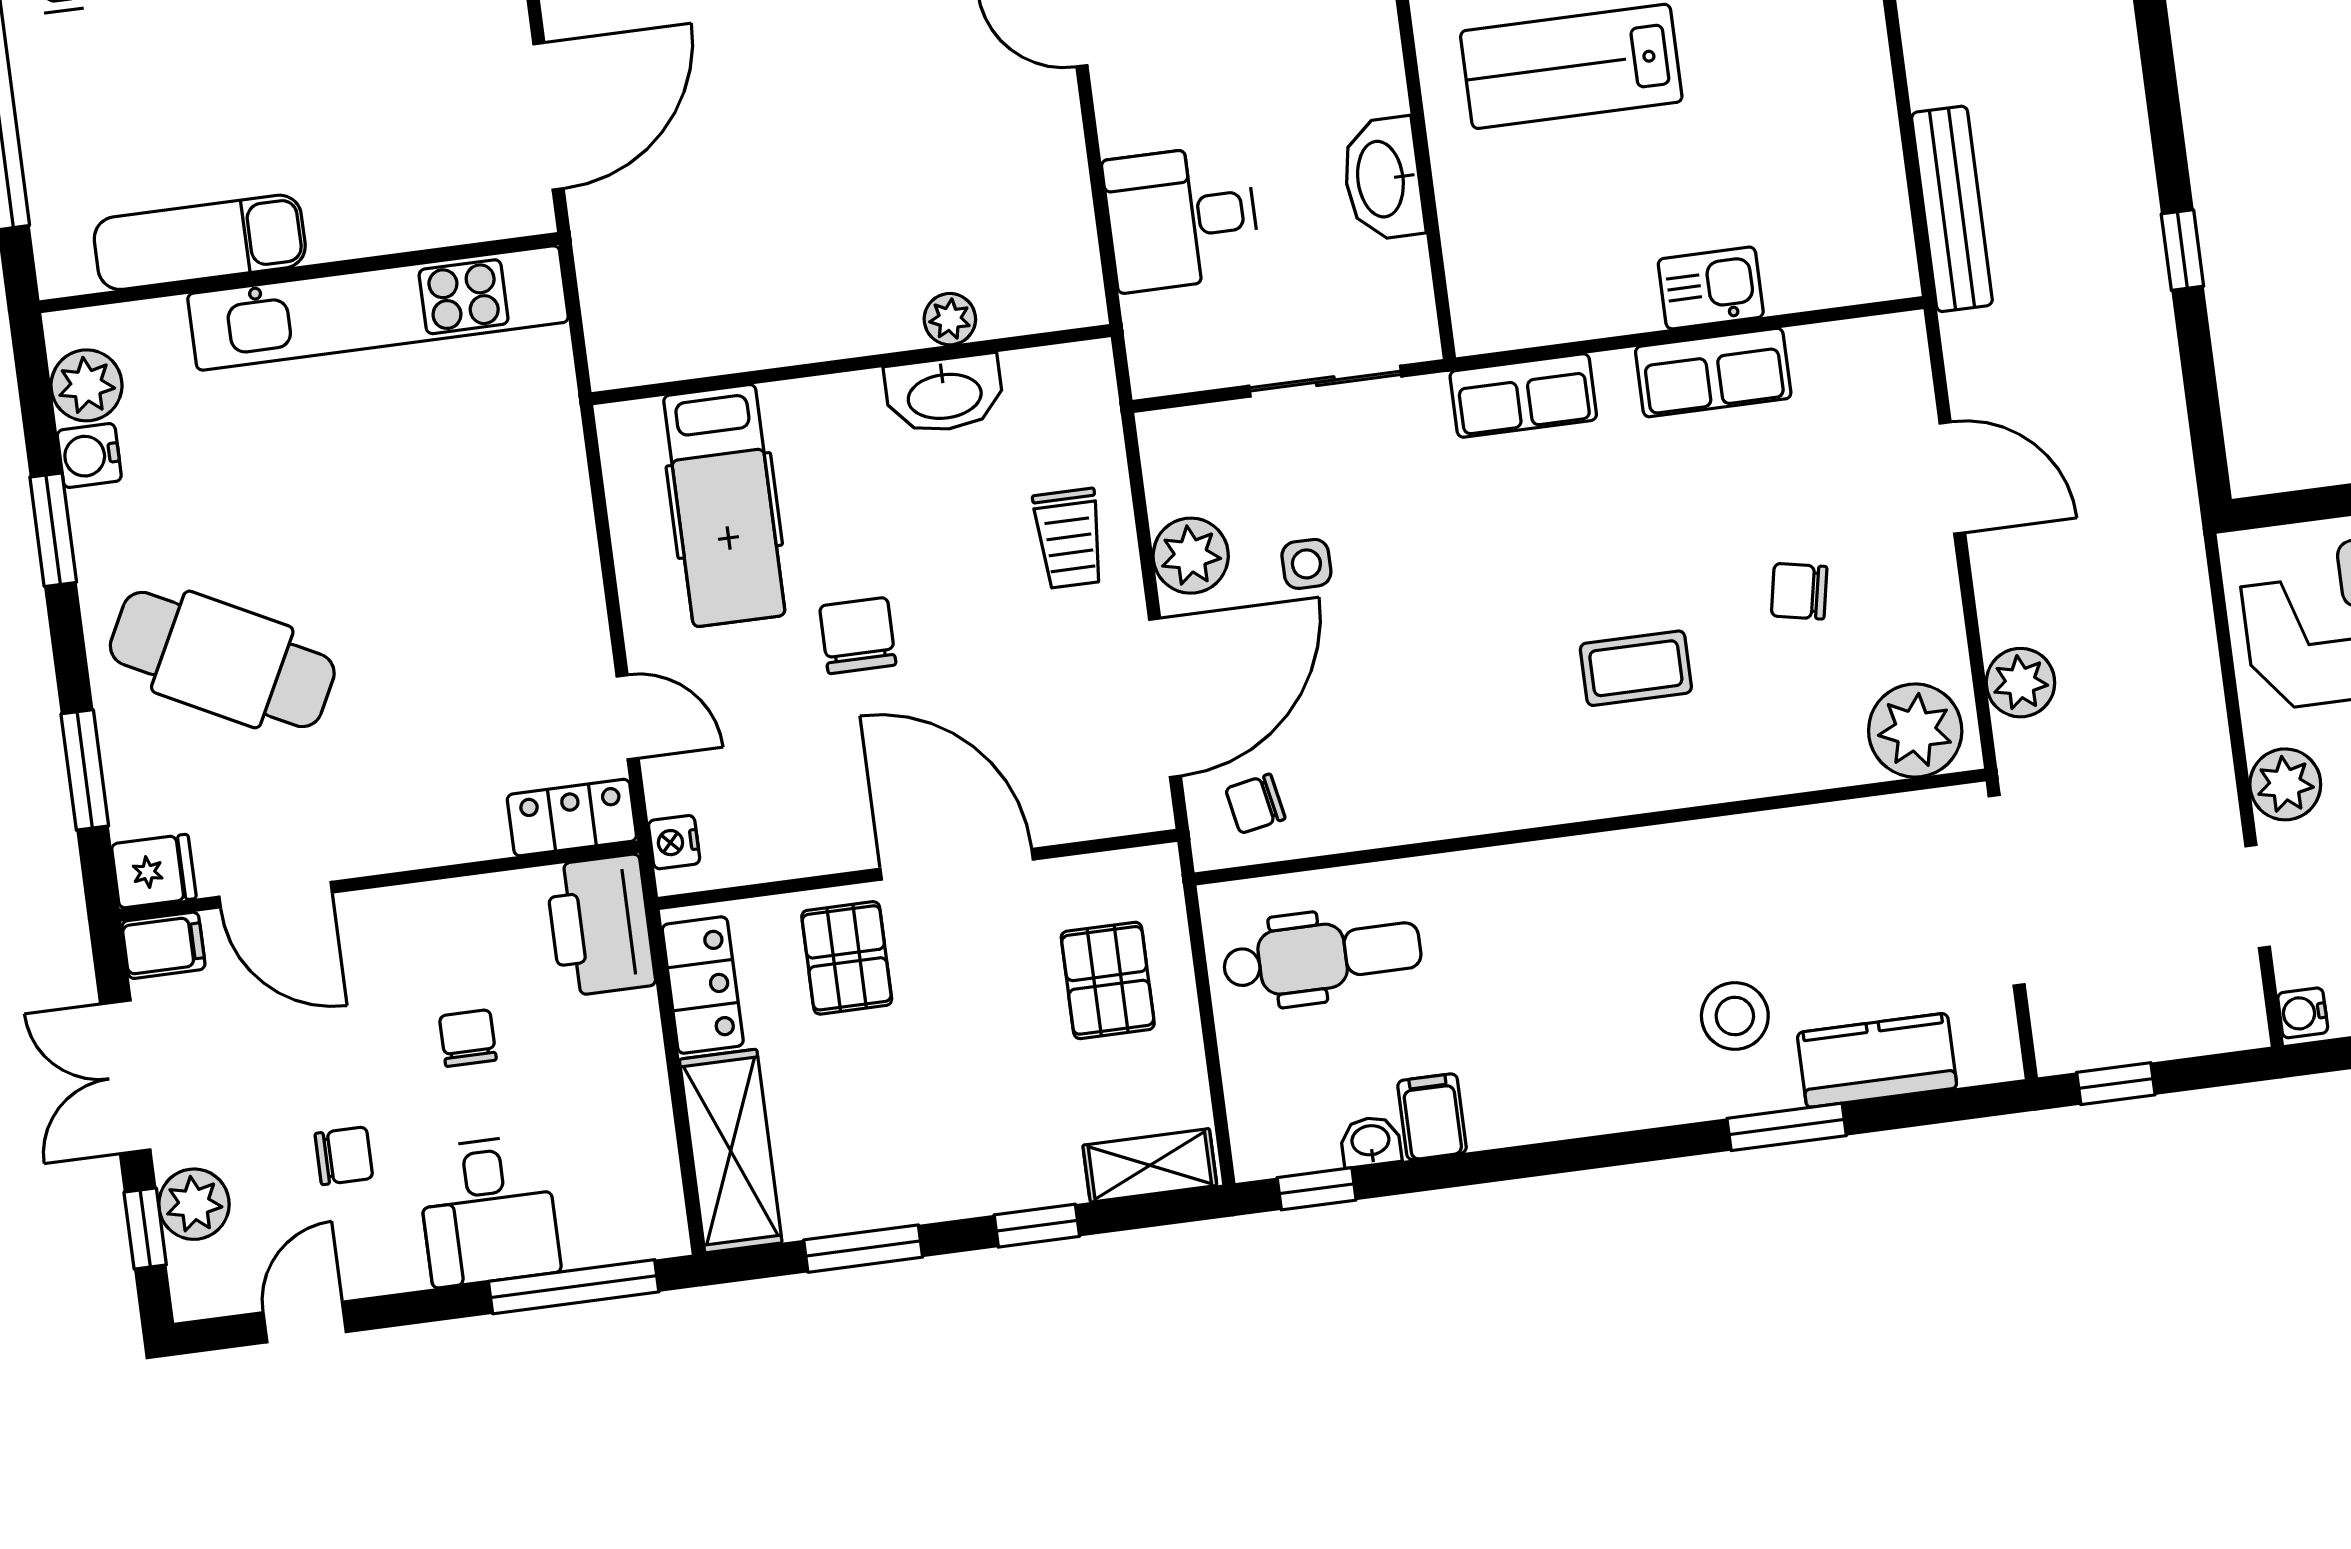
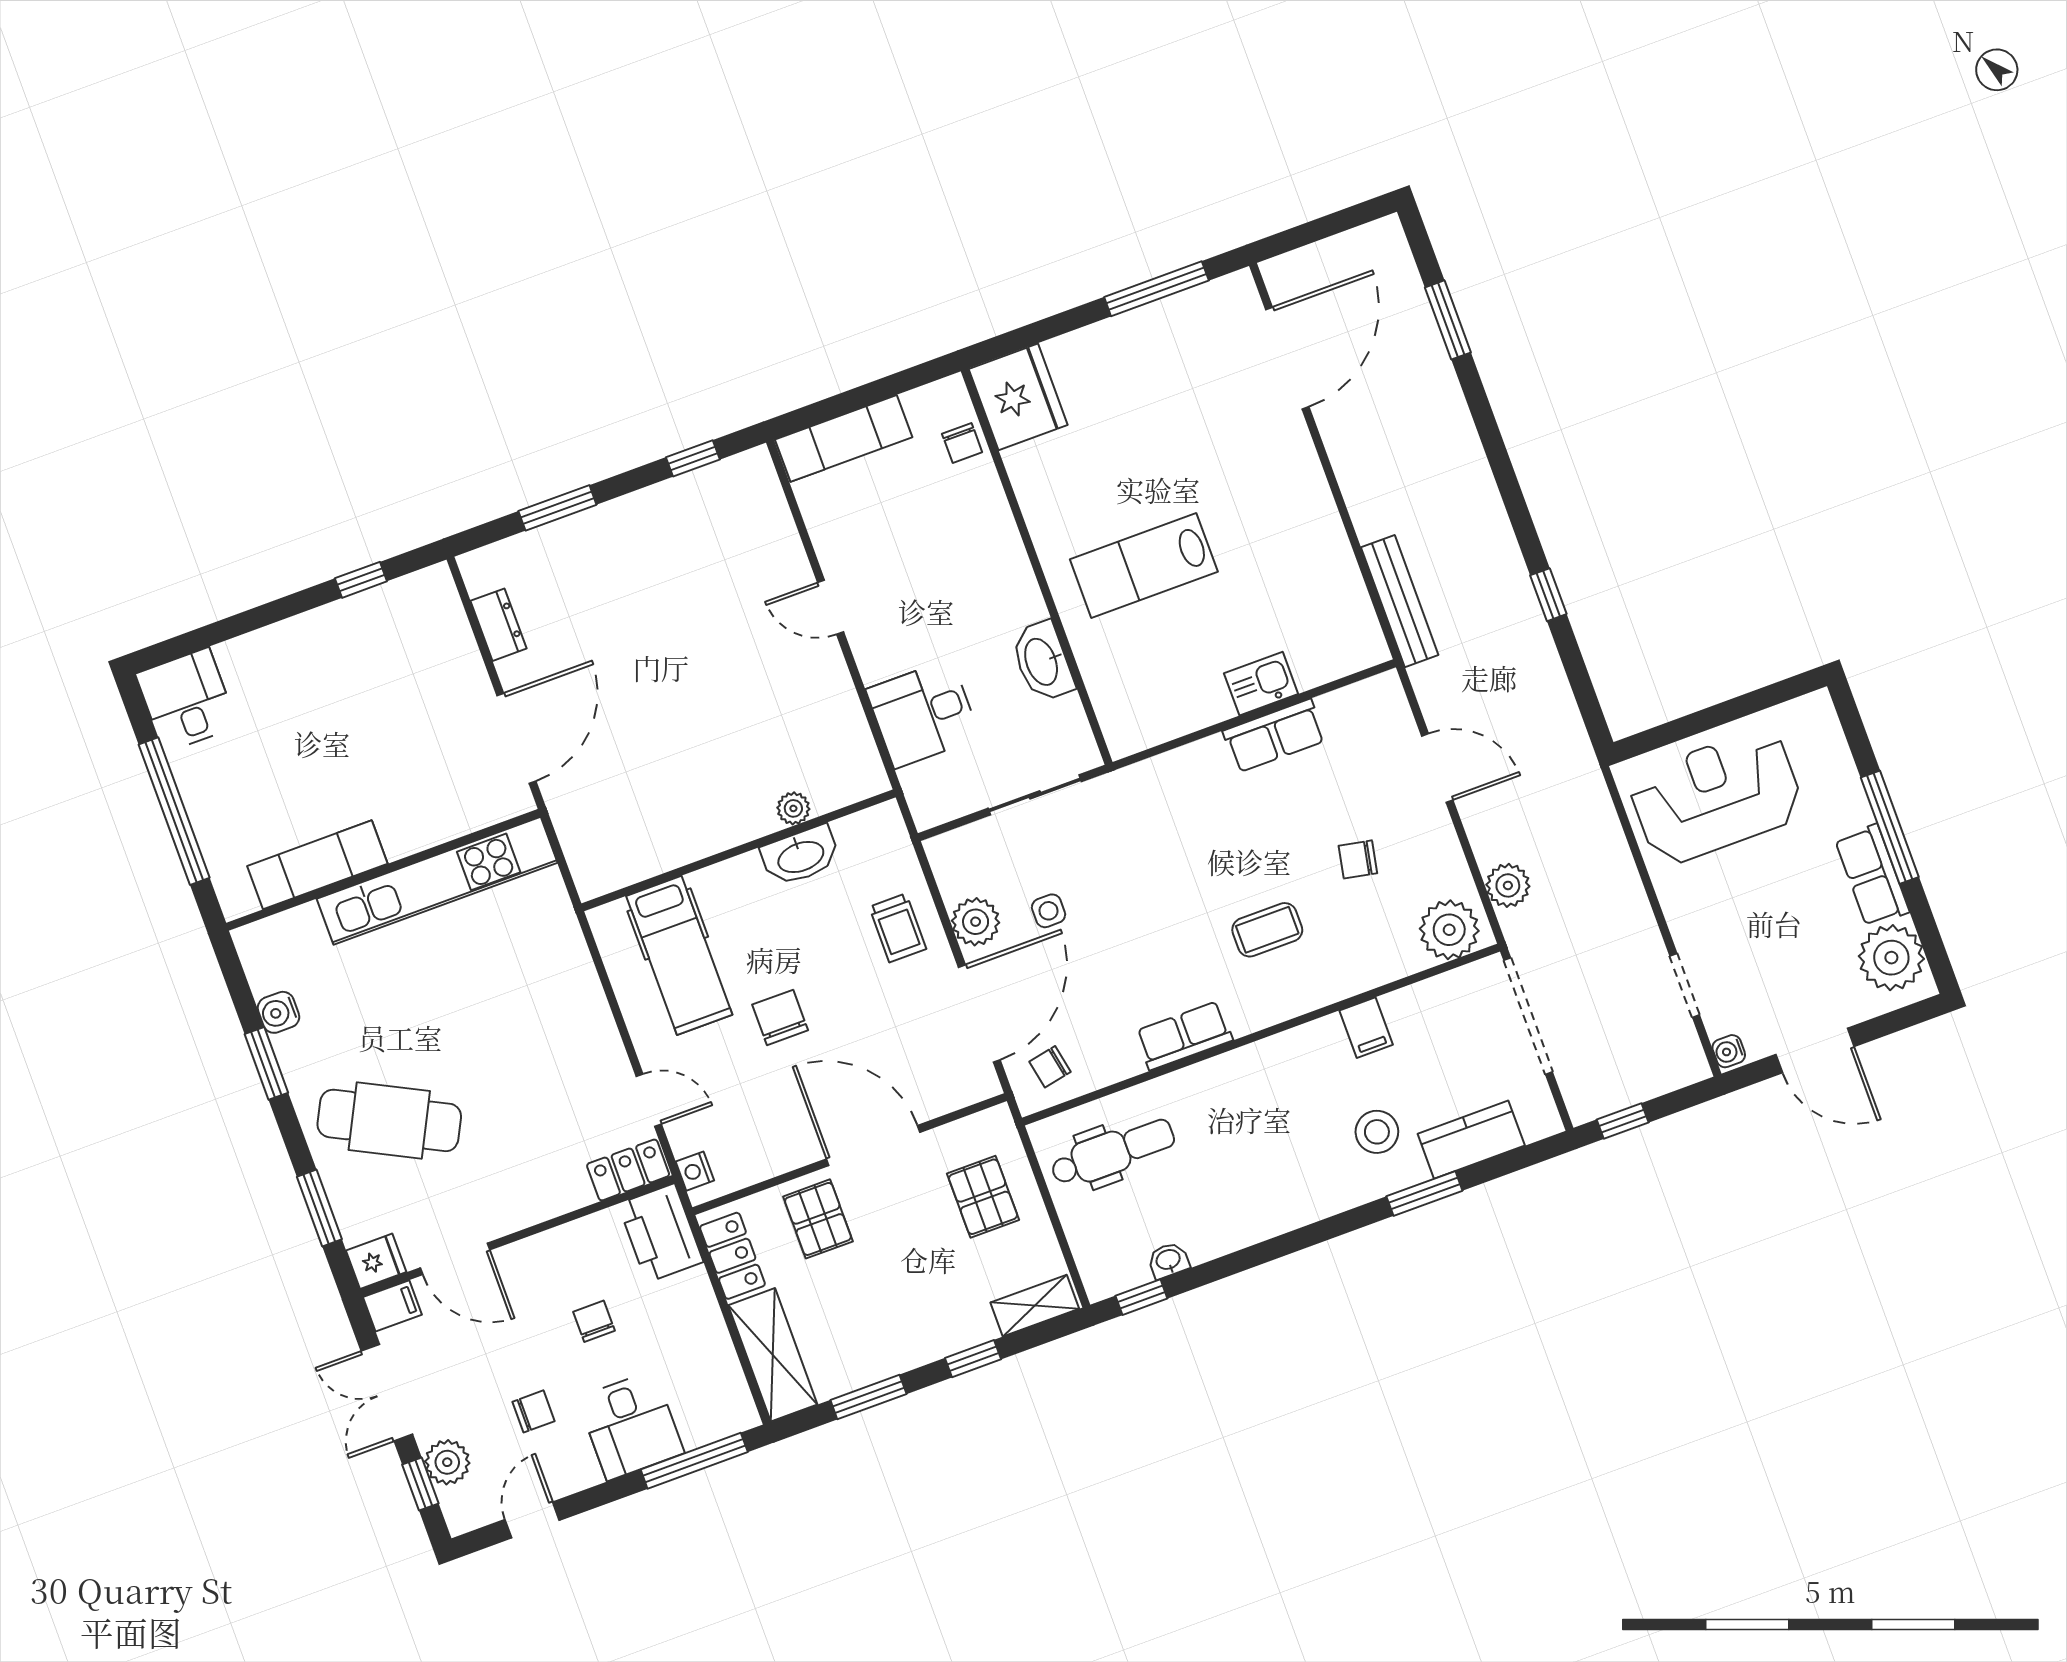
plant: (86, 385) -> (267, 969), removed
row of seats: (1523, 396) -> (1184, 1036), moved, turned 180
plant: (2285, 784) -> (1686, 912), removed
filing cabinet: (1432, 1117) -> (1366, 1028), moved, turned 180

